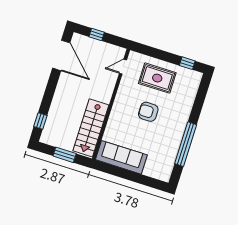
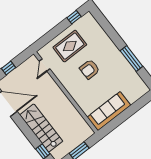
stairs: (91, 128) -> (41, 128), moved, turned 180
window: (186, 144) -> (131, 58), width x0.68

